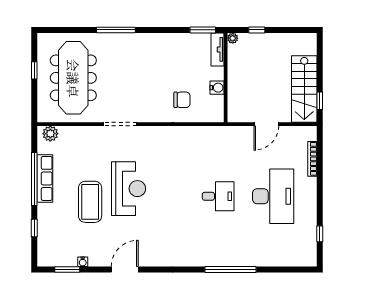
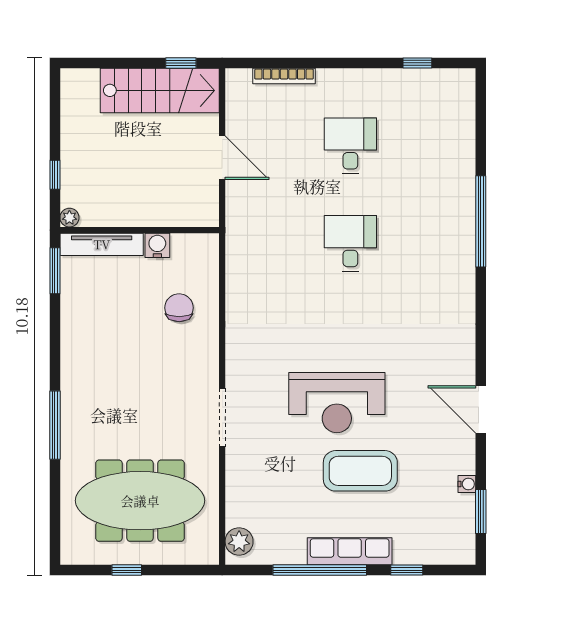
tv unit: (218, 49) -> (102, 244), width x1.41
row of seats: (45, 178) -> (350, 551), moved
reception desk: (128, 189) -> (337, 403), turned 180
desk: (273, 196) -> (350, 146), width x0.53, depth x0.77

